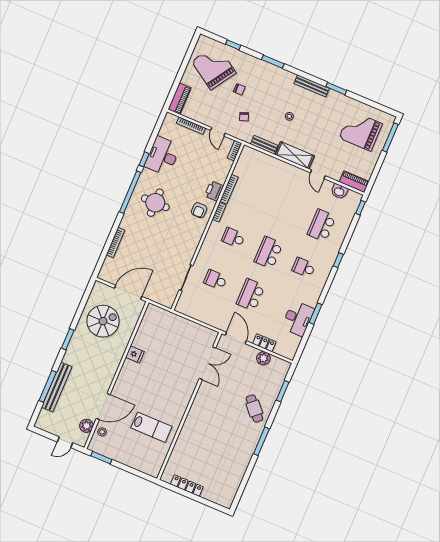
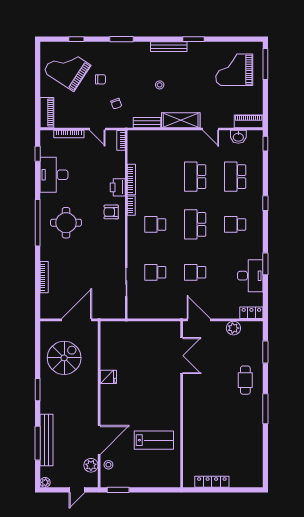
window: (144, 159) -> (38, 154), moved
armchair: (199, 210) -> (111, 212), turned 90
school desk: (286, 210) -> (195, 177), added
school desk: (251, 295) -> (195, 272), width x0.54
locker: (264, 343) -> (251, 313), moved
cafe table: (254, 408) -> (245, 380), turned 42
plant: (40, 424) -> (45, 482), added

